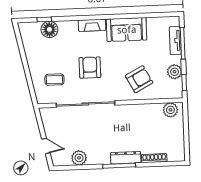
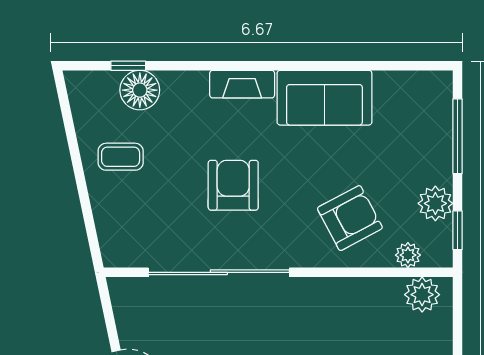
tv unit: (175, 41) -> (440, 129), removed
coffee table: (54, 80) -> (121, 157), moved
plant: (164, 94) -> (408, 255), added

